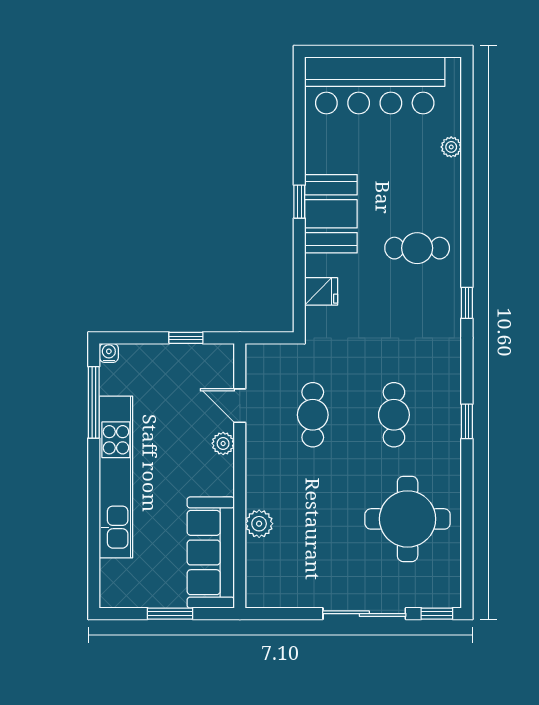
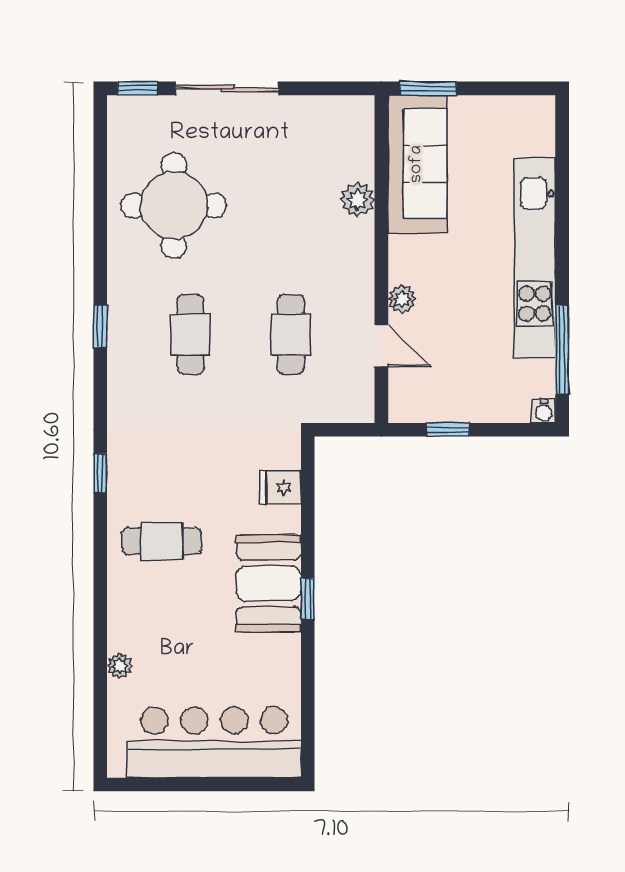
window: (170, 614) -> (428, 88), moved

